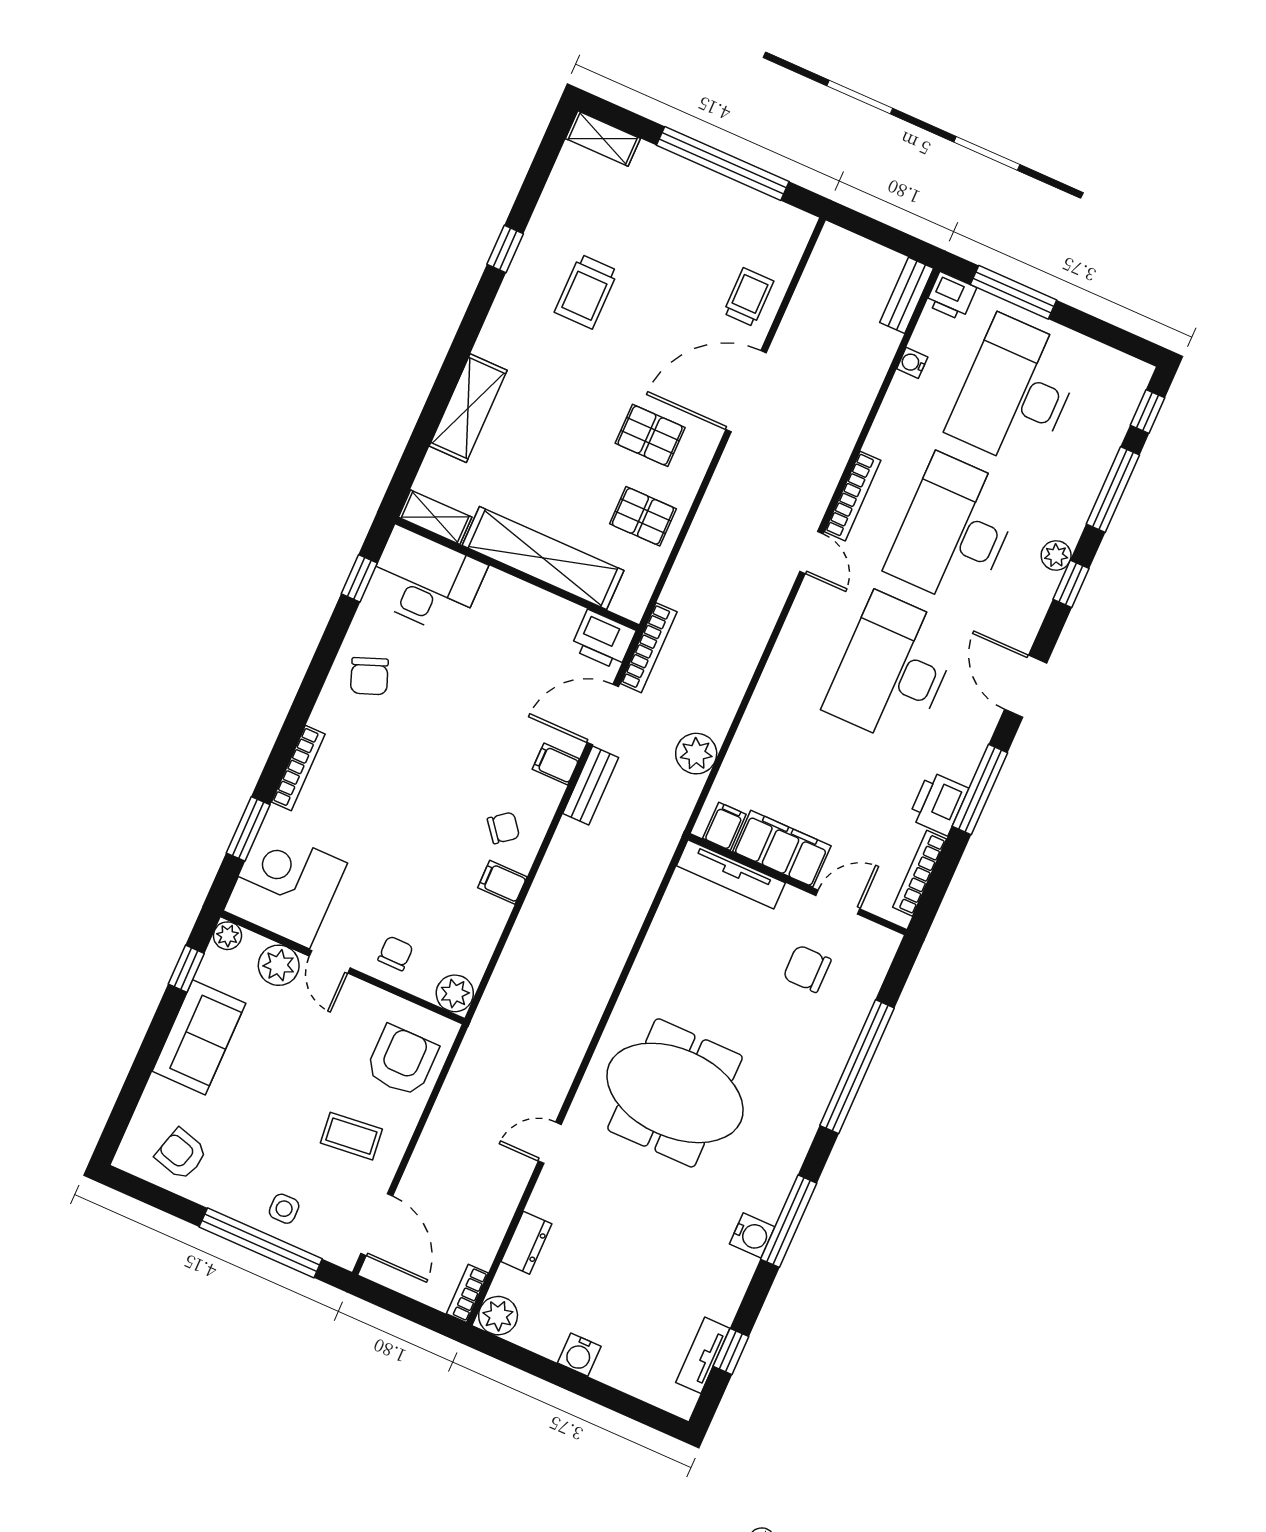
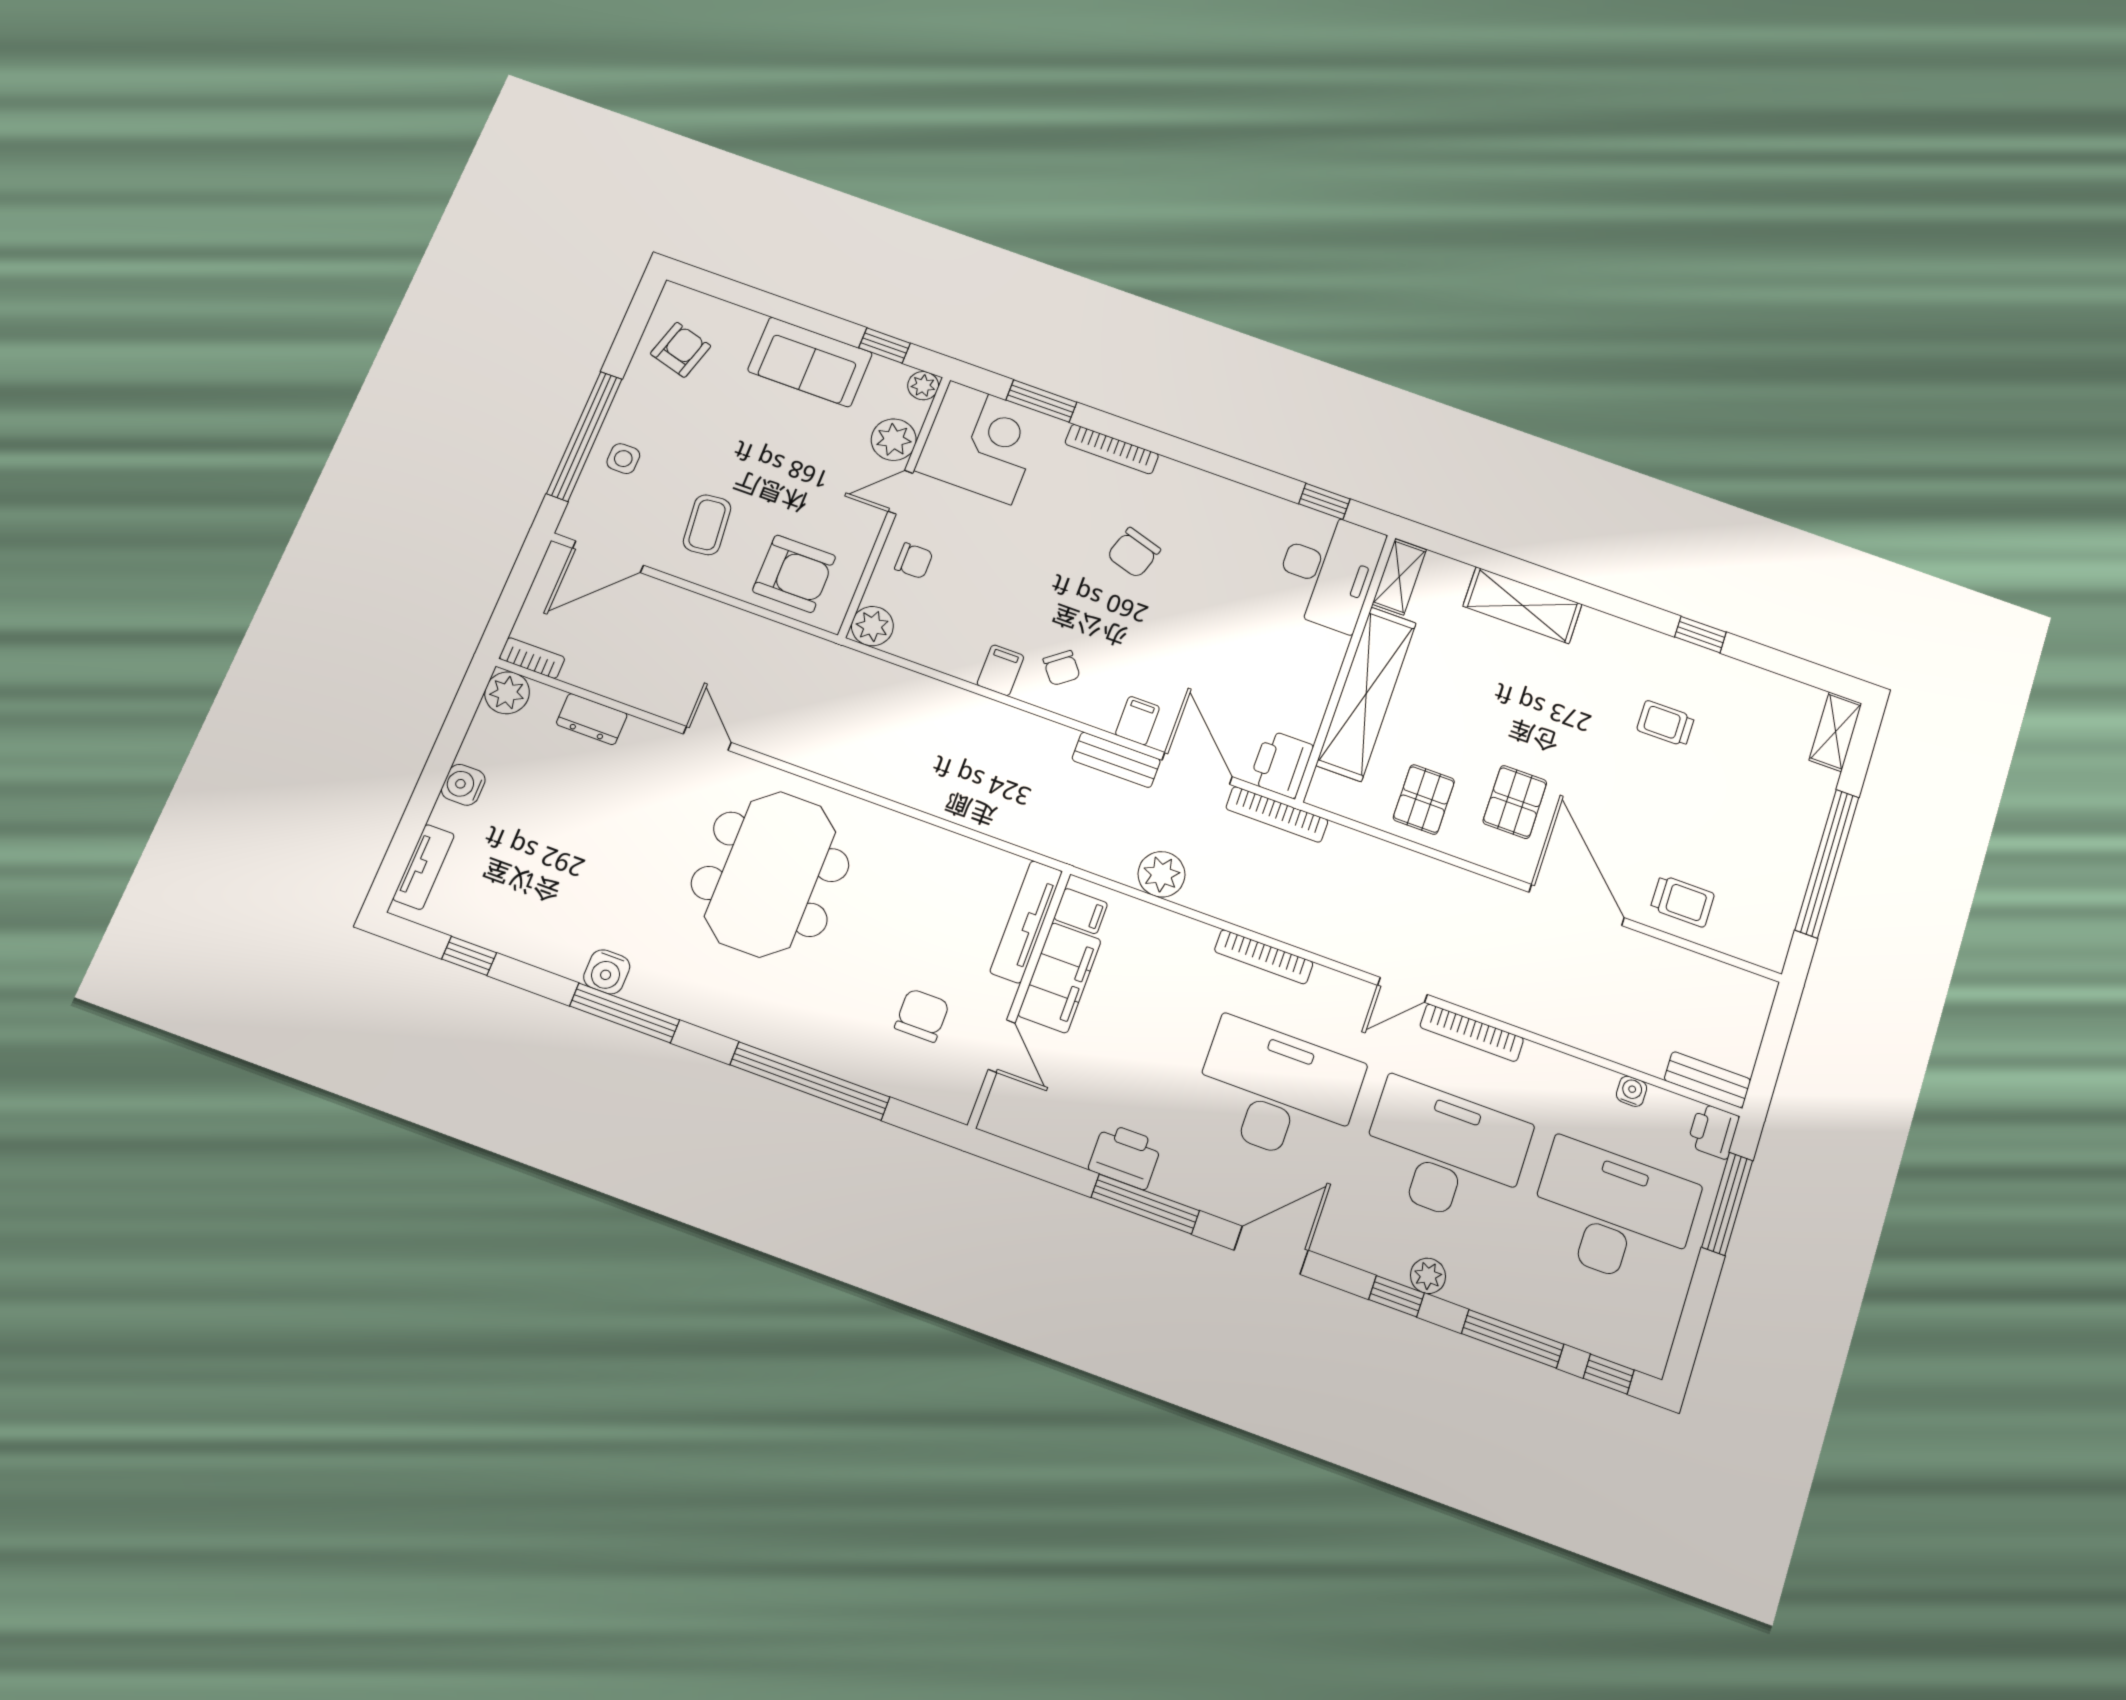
trolley: (586, 292) -> (1666, 723), width x0.73, depth x0.72
chair: (369, 676) -> (1134, 553), moved, turned -52
bookcase: (920, 873) -> (1264, 957), moved, turned 180
tv unit: (703, 1355) -> (424, 867), moved, turned 90

